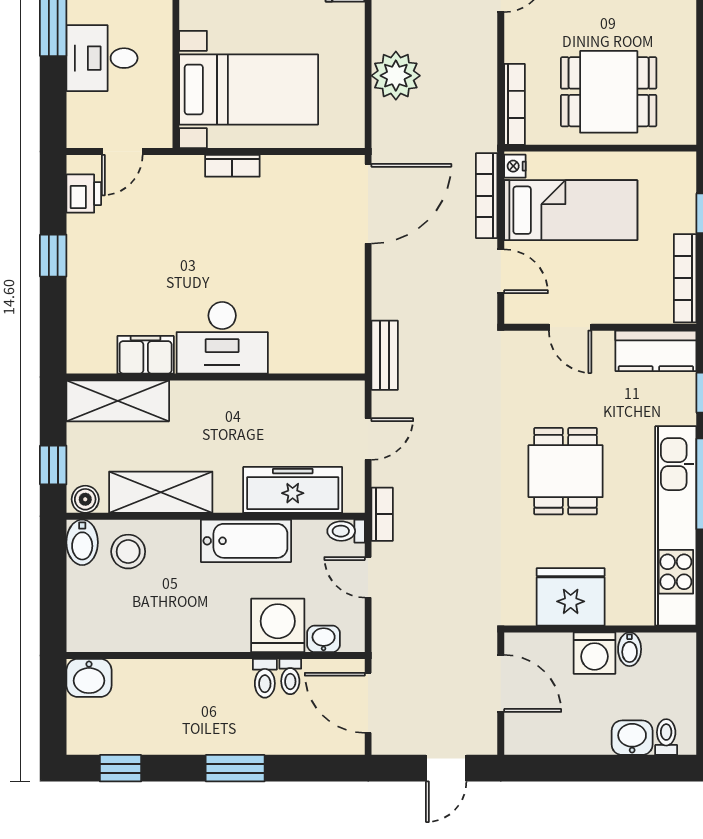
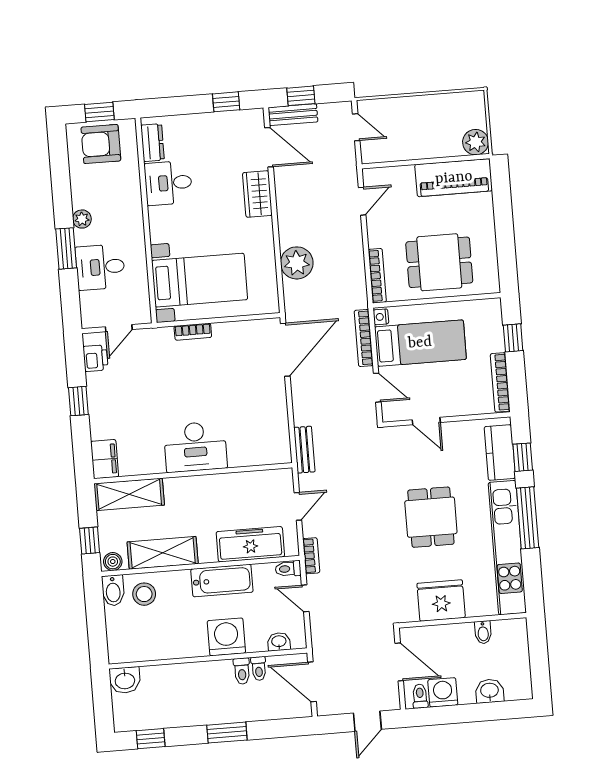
kitchen counter: (656, 351) -> (500, 453), moved, turned 90
filing cabinet: (146, 355) -> (105, 459), moved, turned 90
washing machine: (278, 625) -> (226, 637), moved
washing machine: (595, 653) -> (443, 692), moved, turned 180
toilet: (666, 737) -> (420, 696), moved

